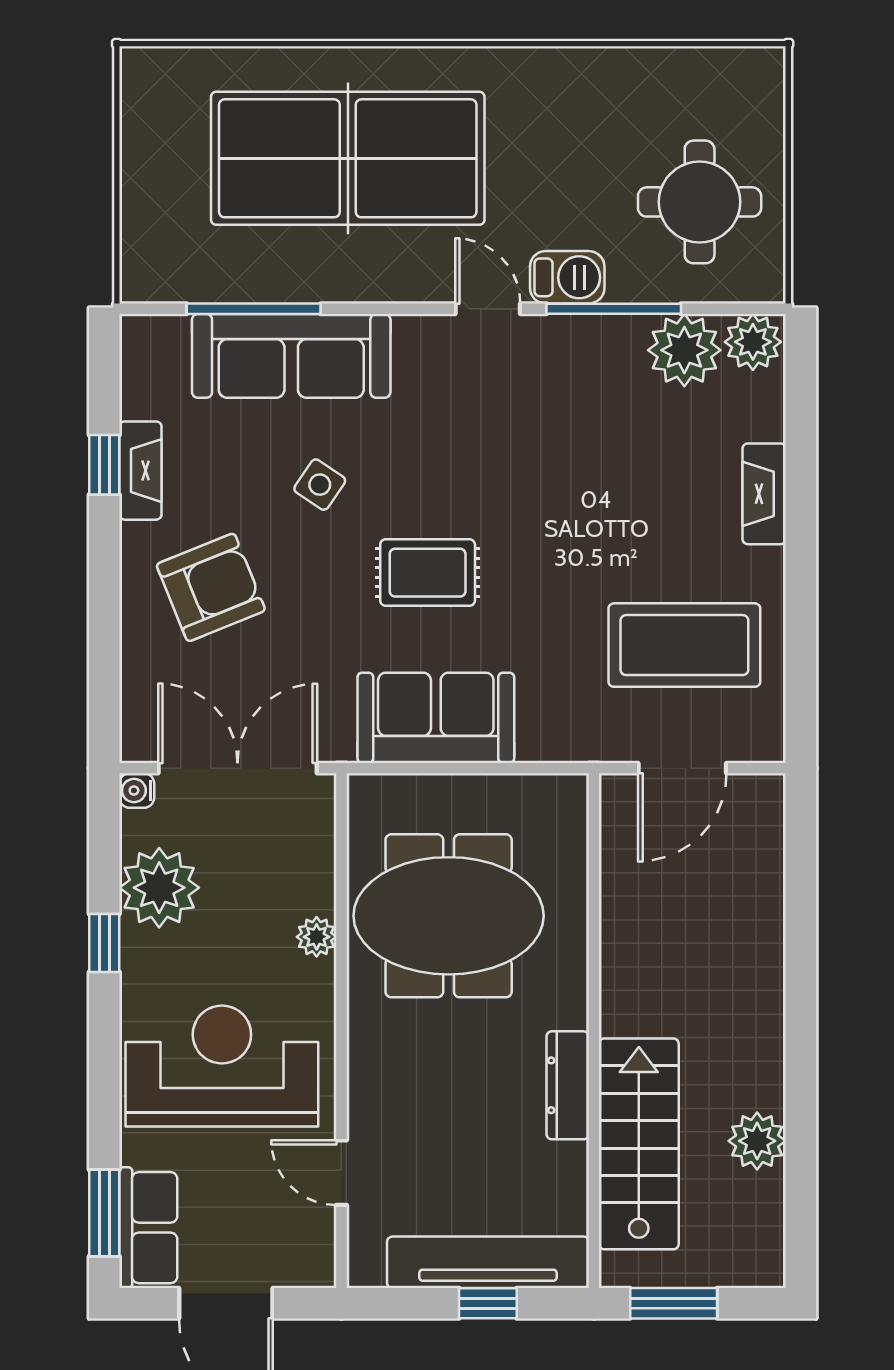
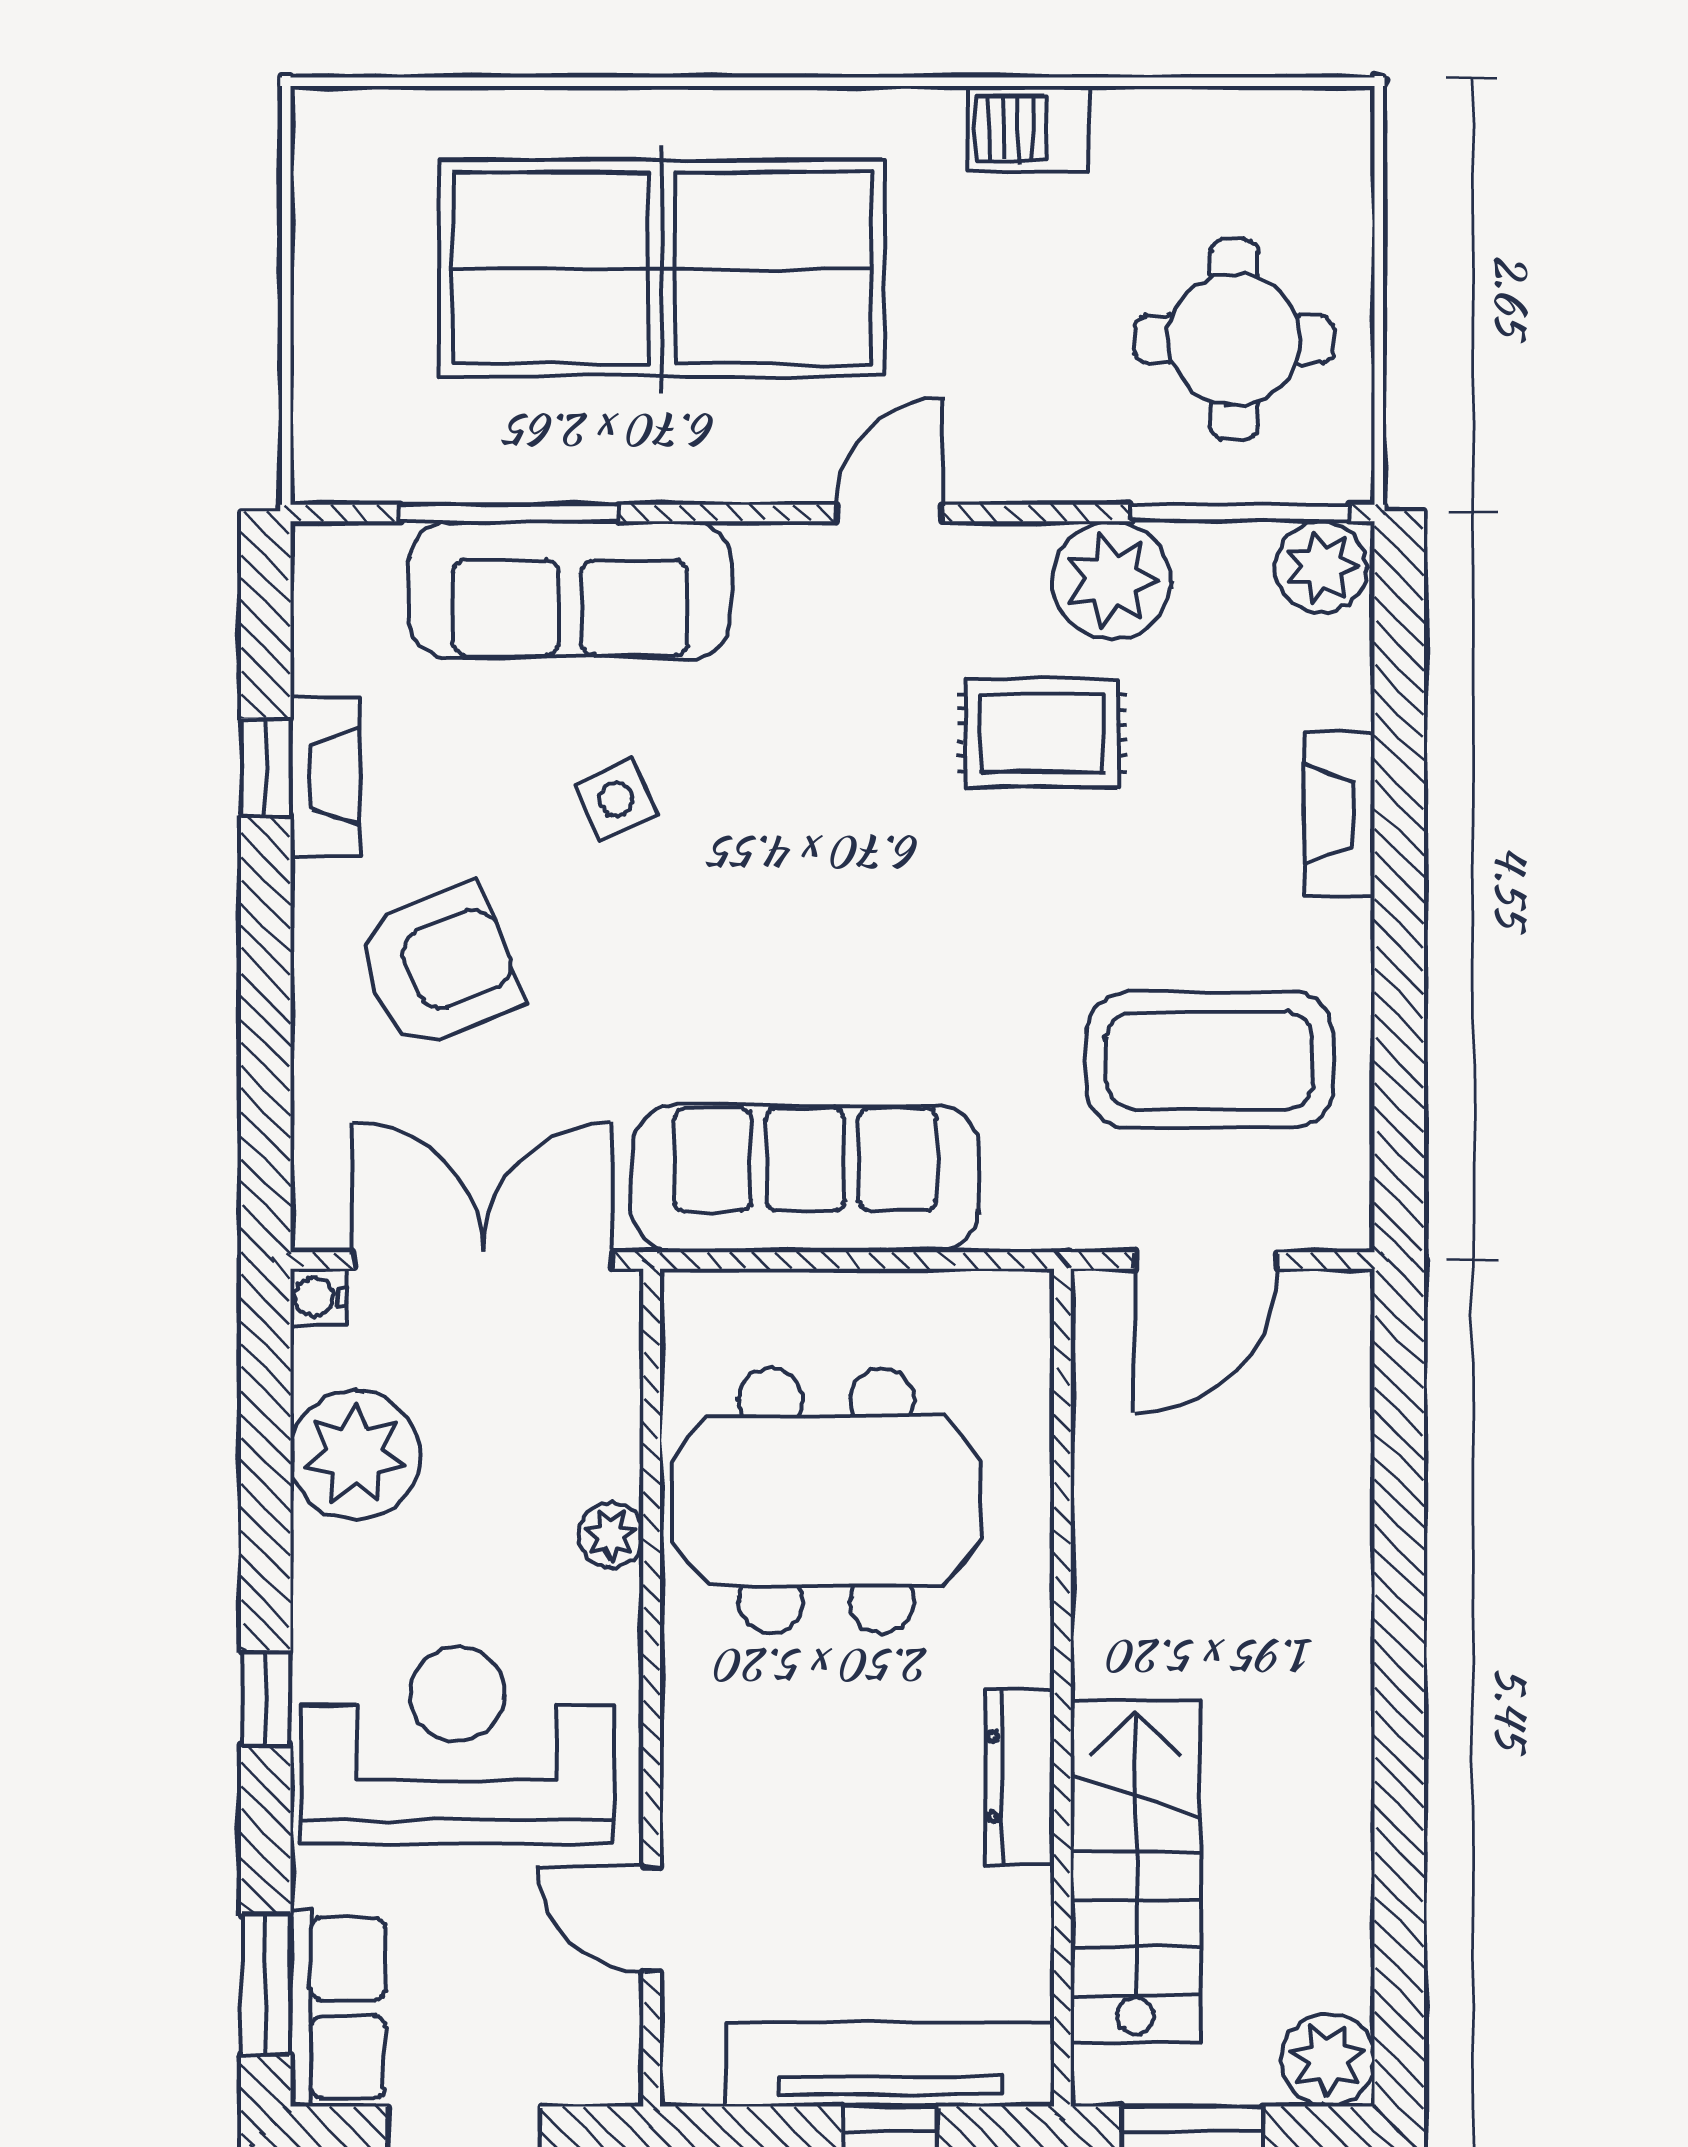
barbecue: (567, 277) -> (1028, 129), moved, turned 180
door: (488, 309) -> (890, 513), hinge flipped
window: (614, 309) -> (1240, 513), moved
plant: (684, 350) -> (1112, 580), moved
side table: (320, 485) -> (616, 799), turned 31
rug: (428, 573) -> (1042, 733), moved
sofa: (436, 718) -> (805, 1179), width x1.36
window: (104, 943) -> (266, 1699), moved
plant: (757, 1141) -> (1328, 2060), moved

